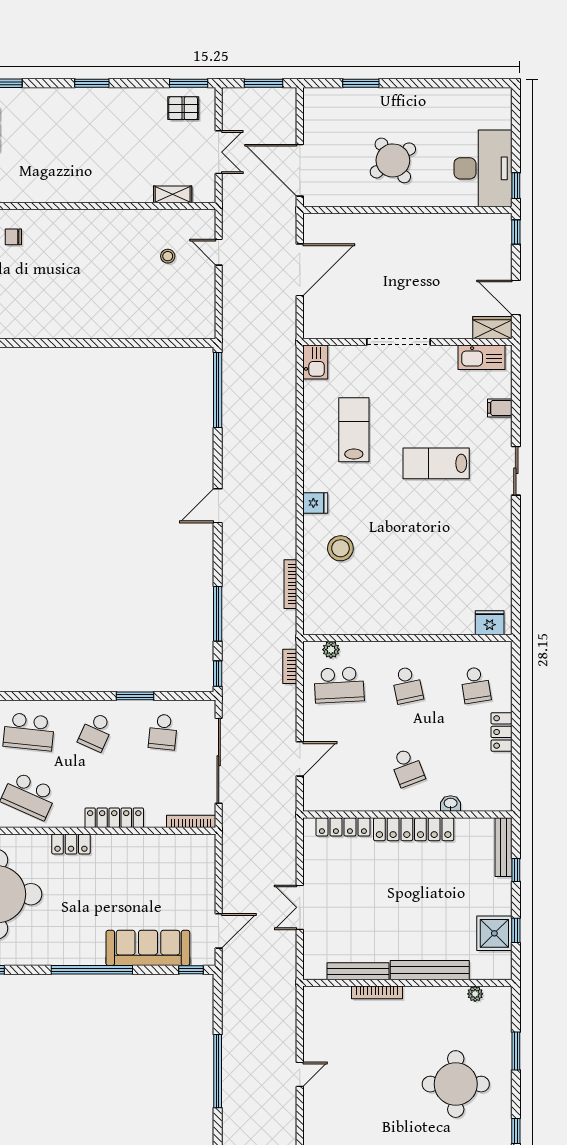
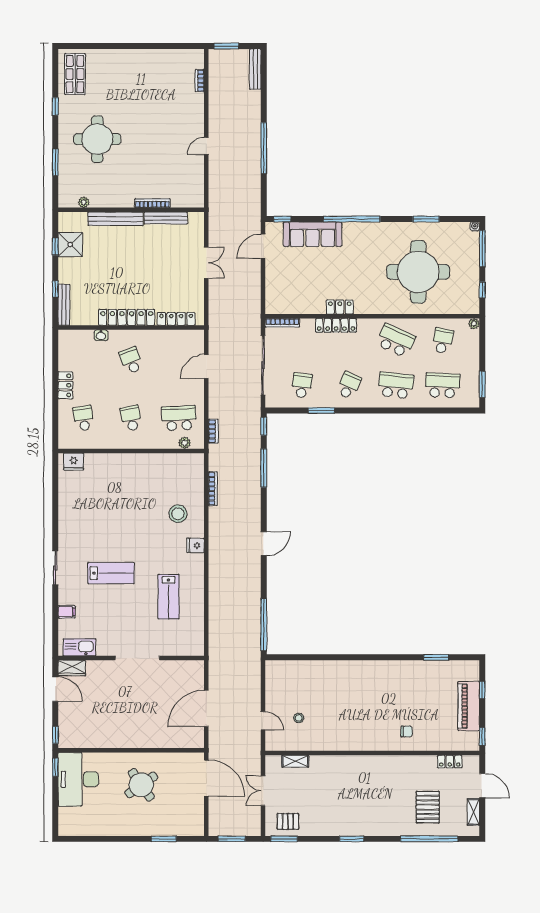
kitchen sink: (315, 362) -> (196, 644), removed
locker: (71, 844) -> (340, 307), moved

